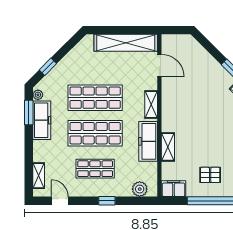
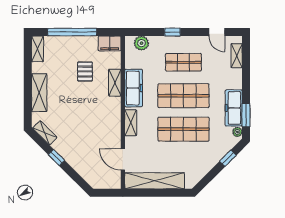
pallet: (210, 175) -> (85, 72), moved, turned 90

